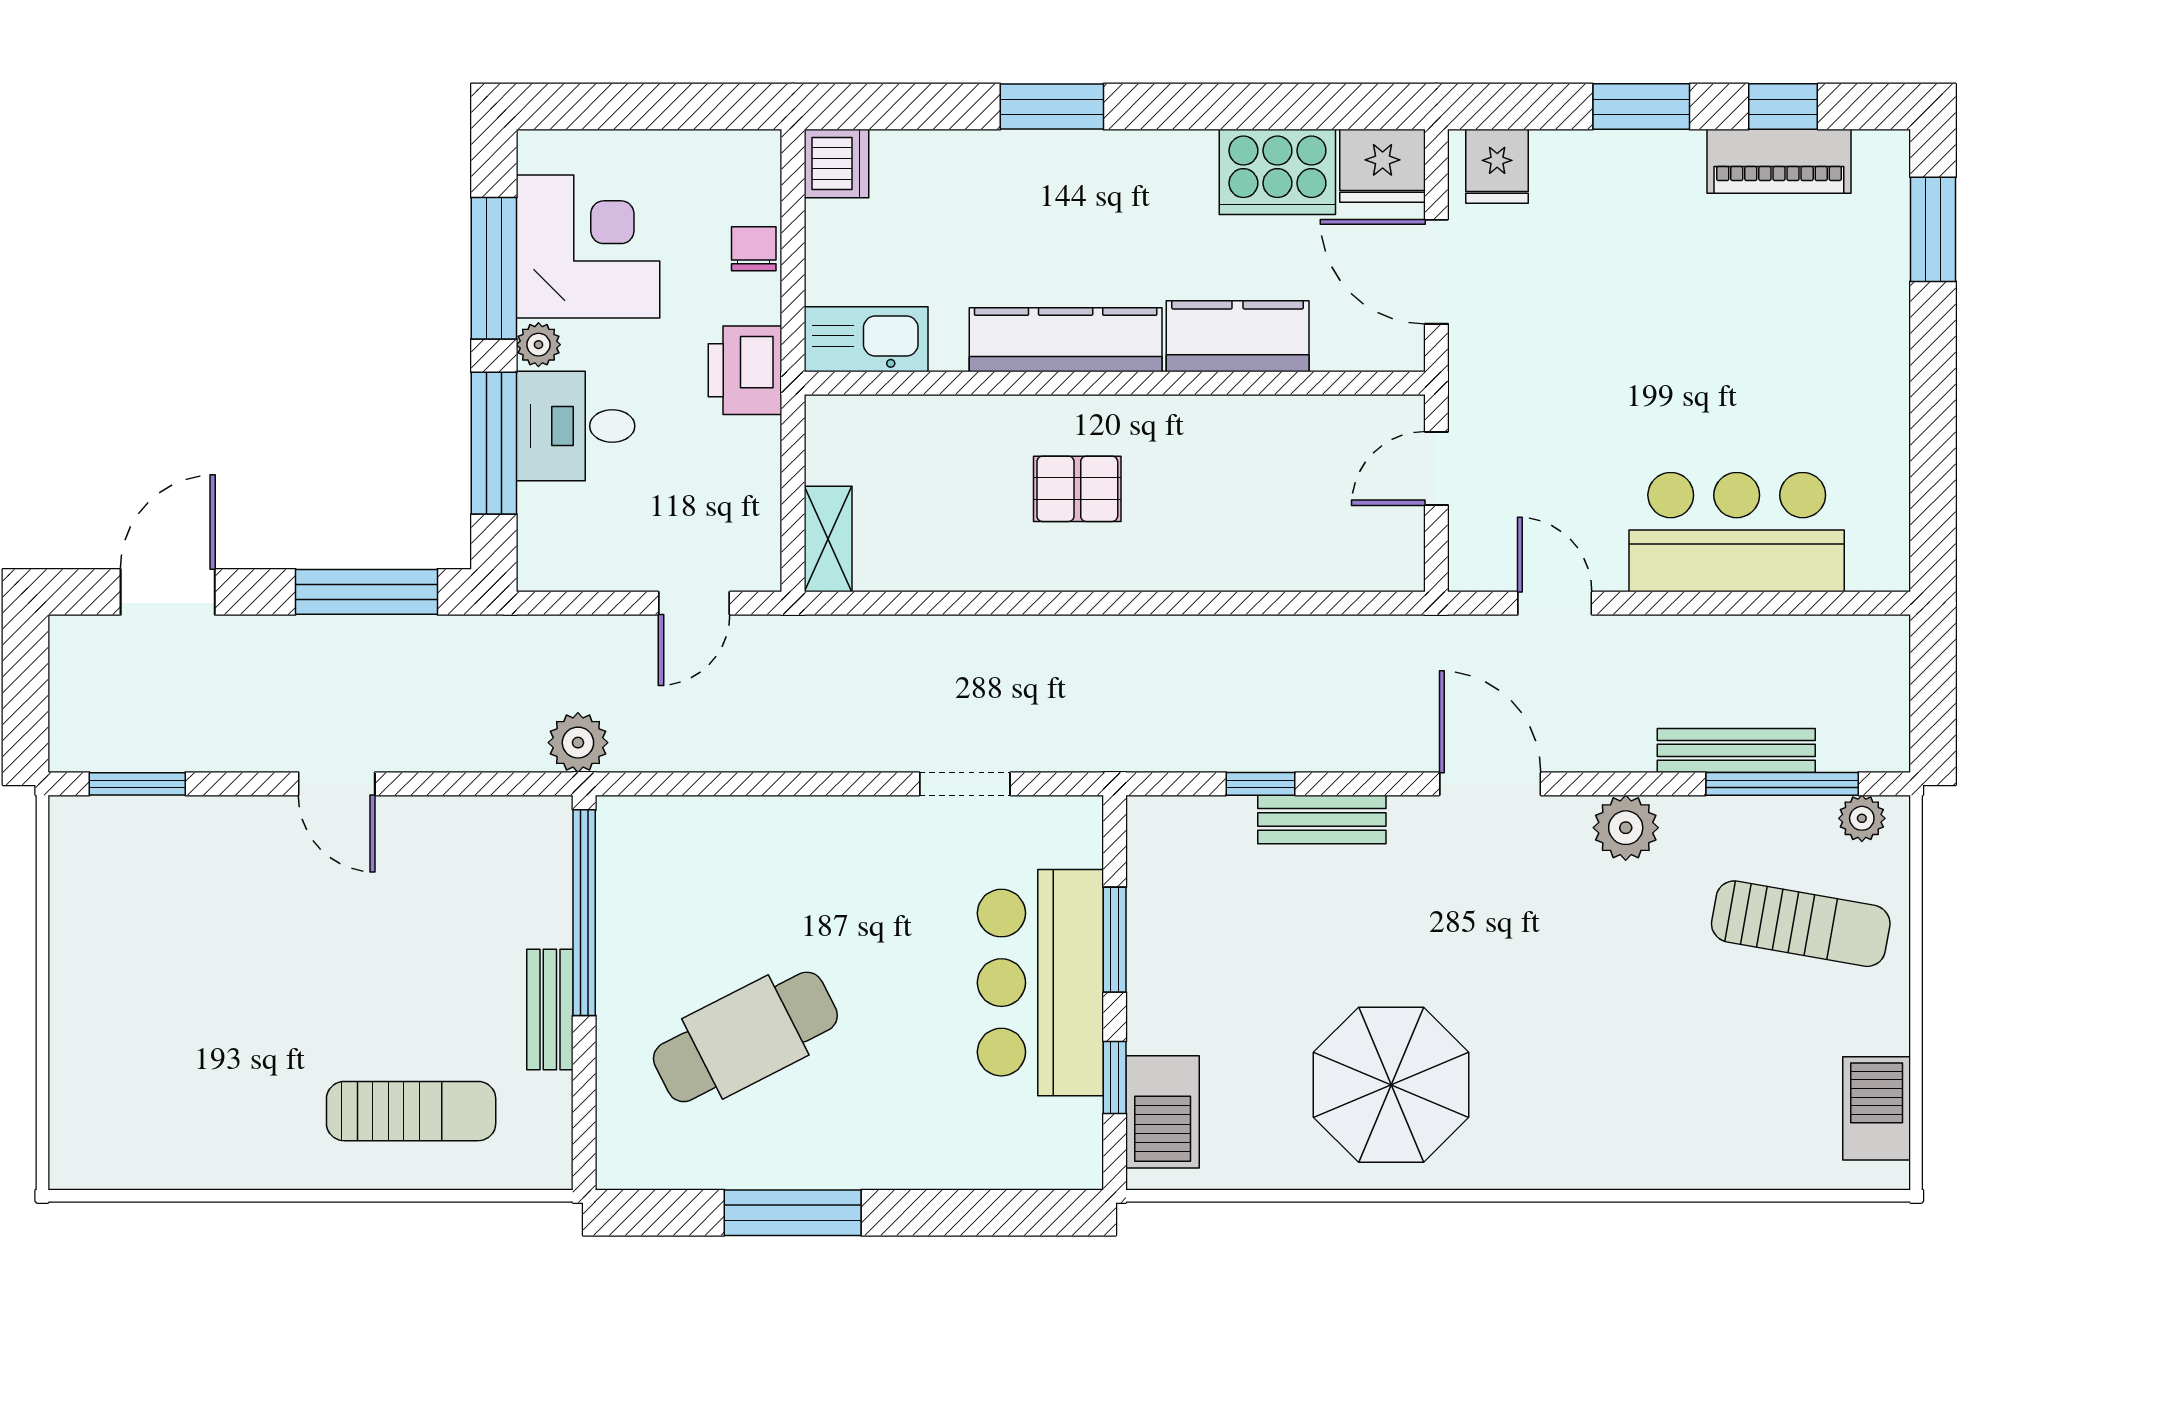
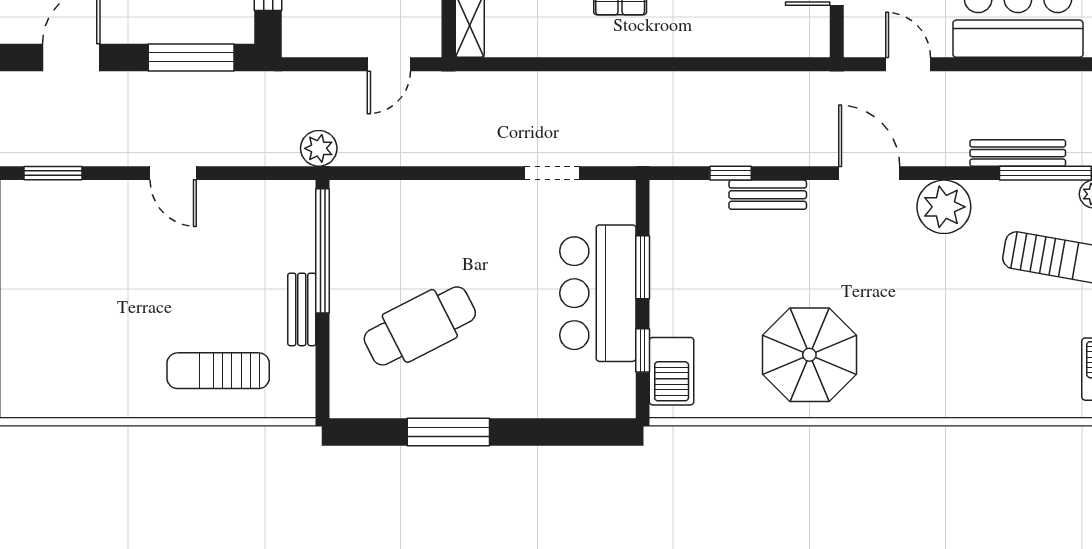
plant: (1626, 828) -> (944, 207), width x1.36, depth x1.36
sun lounger: (411, 1111) -> (218, 371), turned 180

